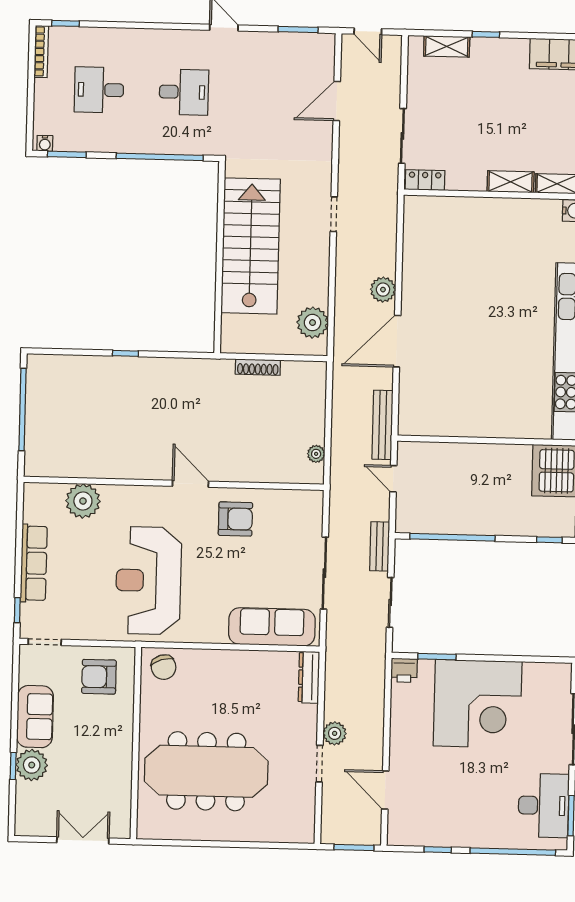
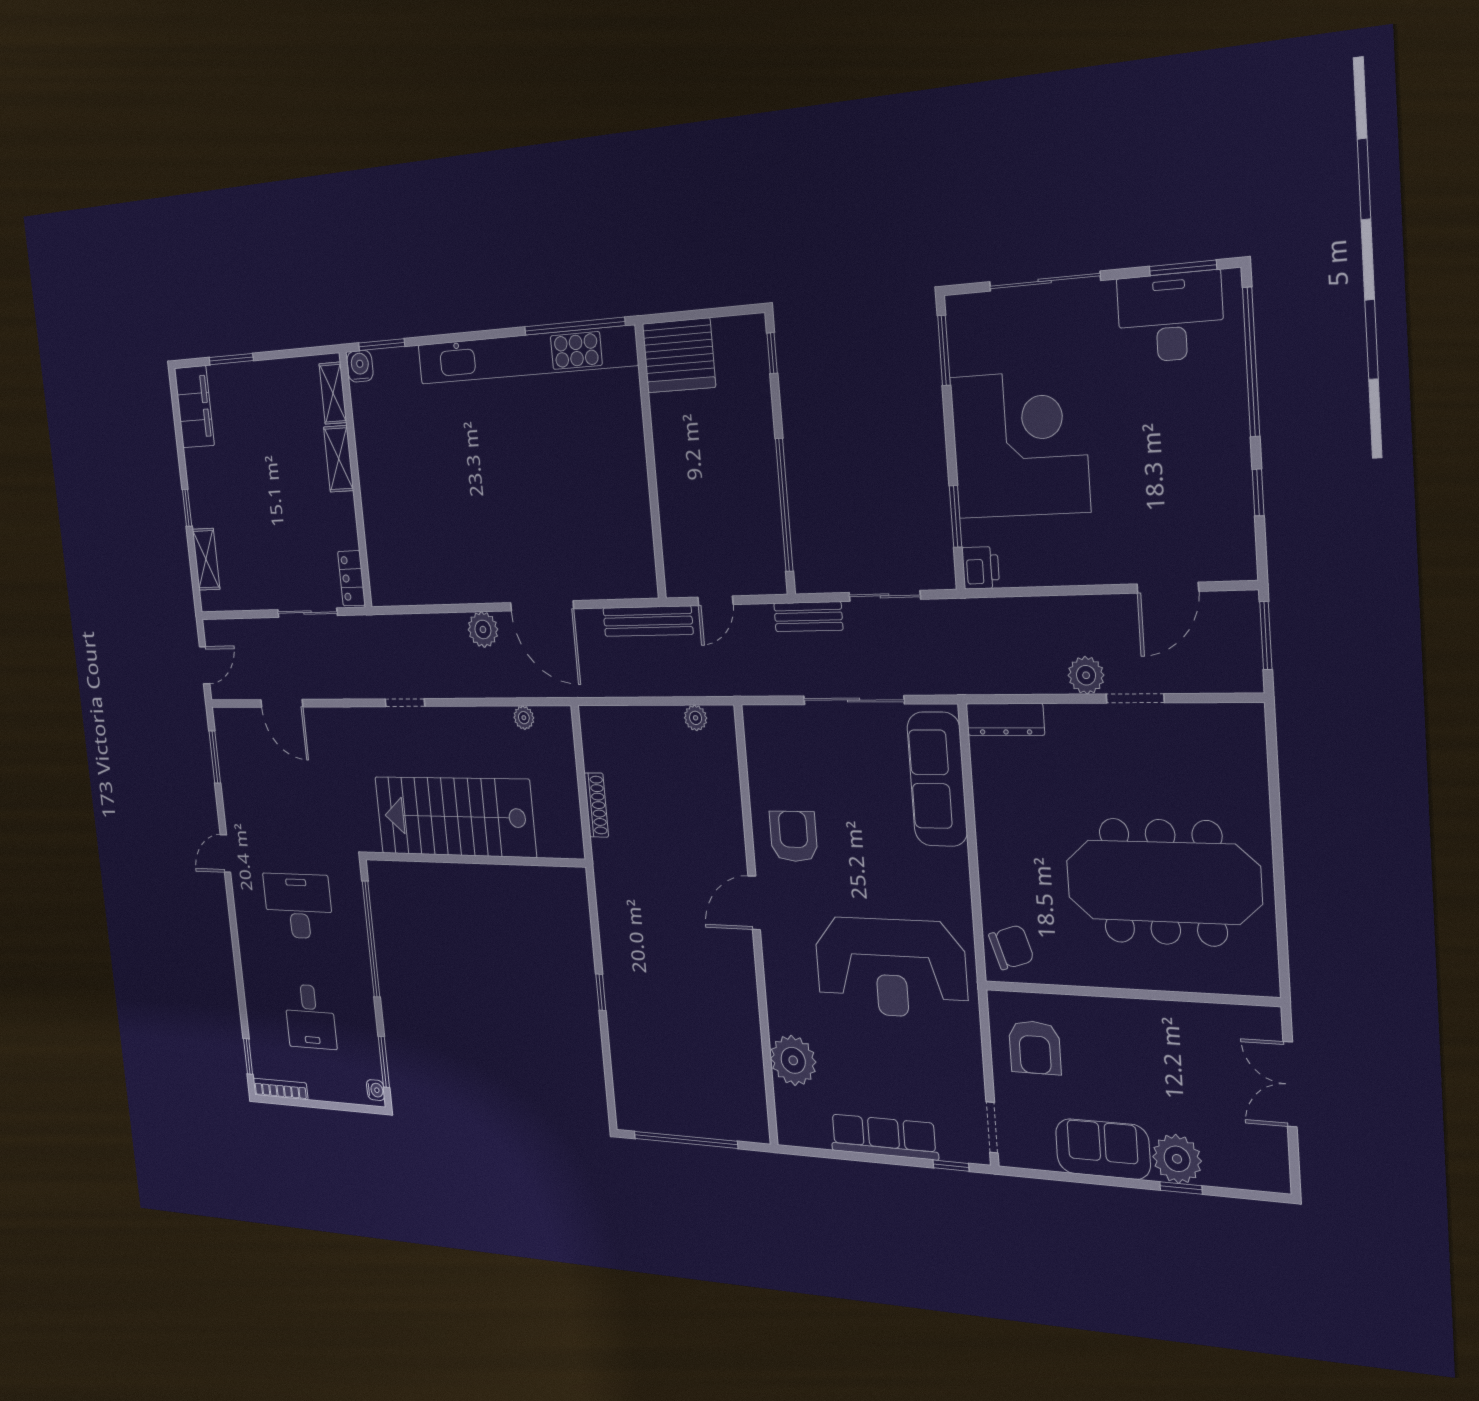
desk: (184, 92) -> (298, 906), width x1.37
plant: (313, 323) -> (524, 718), width x0.53, depth x0.53
window: (539, 659) -> (944, 350), added
meeting table: (206, 771) -> (1163, 882), turned 90

